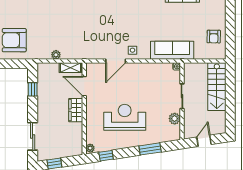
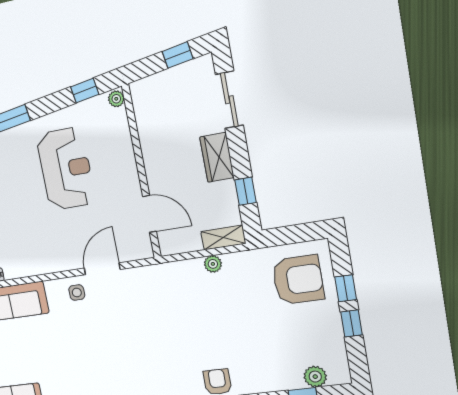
shelving: (70, 68) -> (223, 238), moved
wardrobe: (76, 110) -> (217, 157), moved, turned 180
reception desk: (125, 117) -> (66, 169), turned -90

